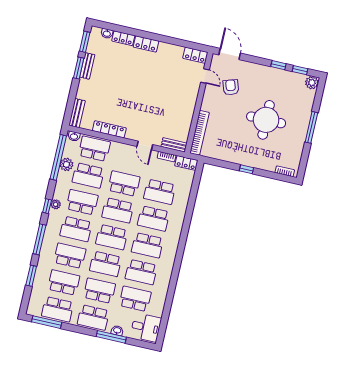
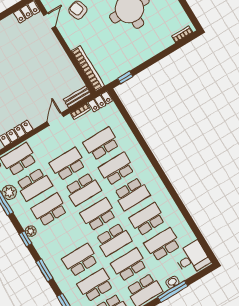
door: (205, 76) -> (50, 21), hinge flipped
door: (145, 145) -> (55, 119), swing flipped
window: (246, 169) -> (125, 77), moved
school desk: (160, 192) -> (101, 144), turned 180
school desk: (154, 219) -> (117, 169), turned 180
school desk: (76, 229) -> (65, 235), removed
school desk: (112, 237) -> (98, 214), turned 180
window: (39, 239) -> (44, 270), width x0.69
school desk: (141, 272) -> (147, 219), turned 180

